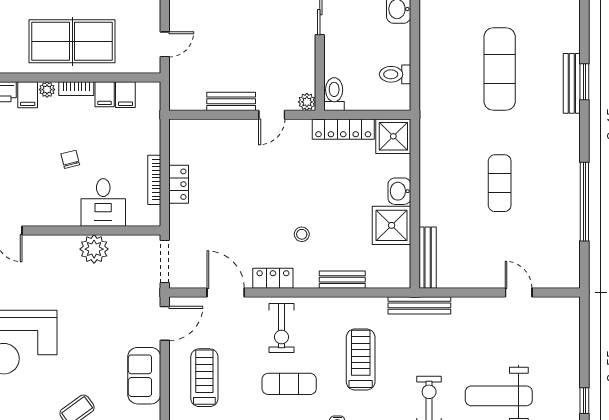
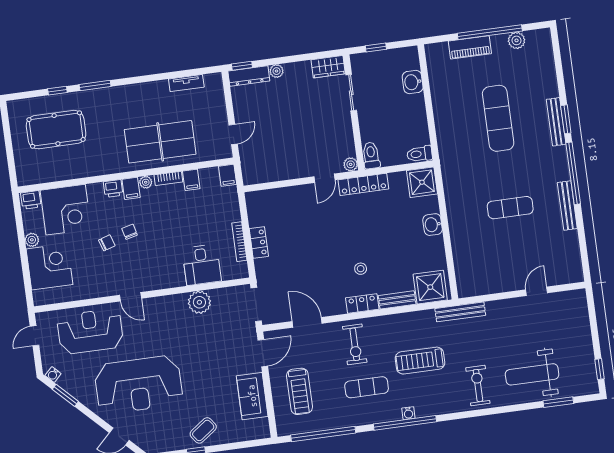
toilet: (395, 74) -> (420, 154), moved
filing cabinet: (125, 95) -> (228, 175), moved
bench: (231, 101) -> (291, 172), removed
locker: (343, 129) -> (363, 184), moved
chair: (70, 159) -> (130, 232), moved
exercise mat: (500, 183) -> (510, 208), turned 90
window: (584, 202) -> (573, 173), moved
shower: (392, 225) -> (430, 287), moved
bench: (428, 258) -> (567, 206), moved
locker: (273, 278) -> (362, 304), moved
door: (519, 292) -> (537, 291), hinge flipped
treadmill: (361, 360) -> (420, 361), turned -90
treadmill: (204, 378) -> (299, 391), turned 180

